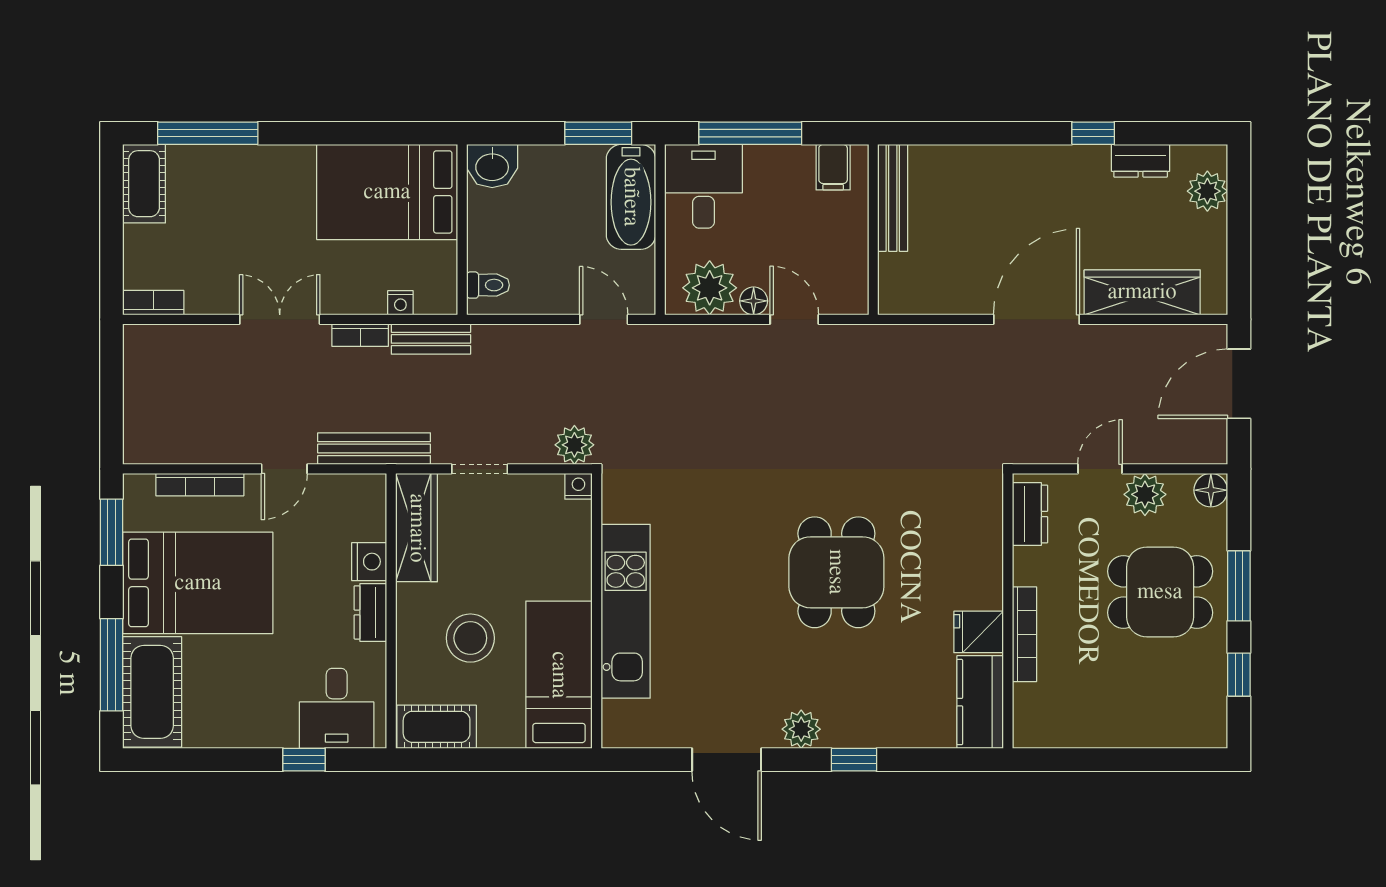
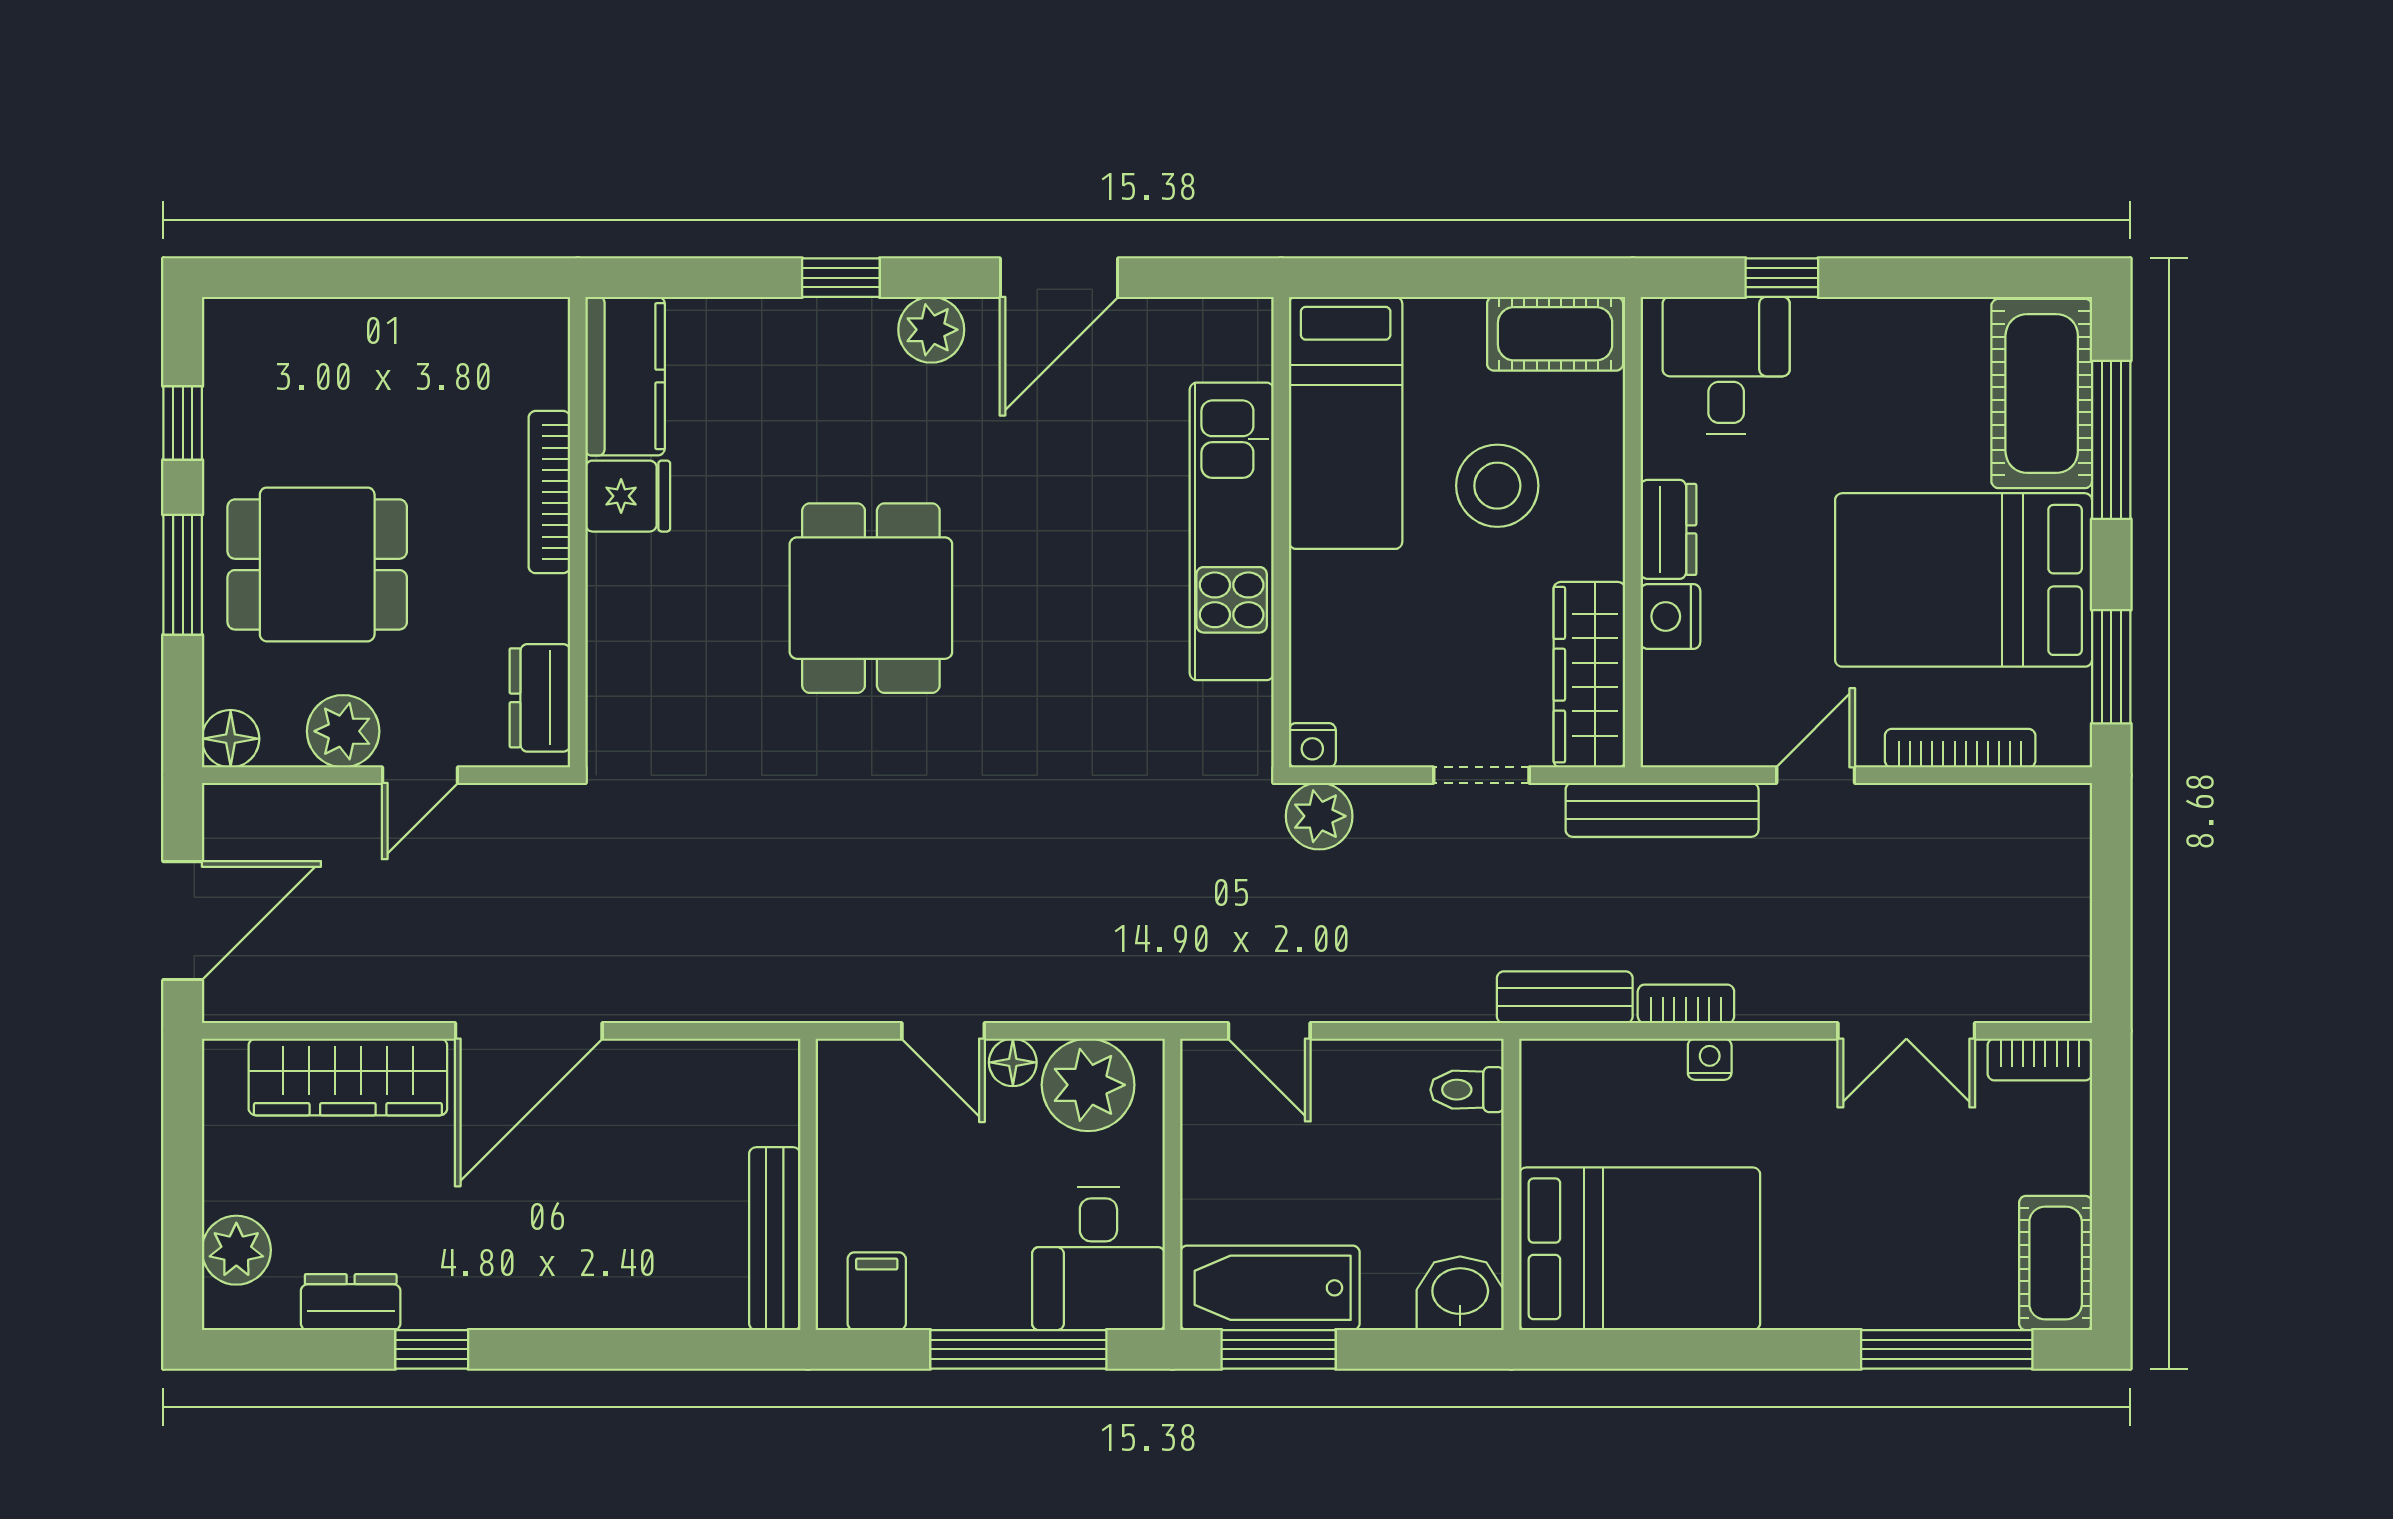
bathtub: (631, 197) -> (1270, 1288), moved, turned -90
nightstand: (400, 303) -> (1710, 1059), moved
double door: (280, 319) -> (1906, 1031), moved
door: (727, 760) -> (1059, 278), swing flipped

